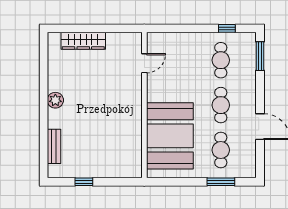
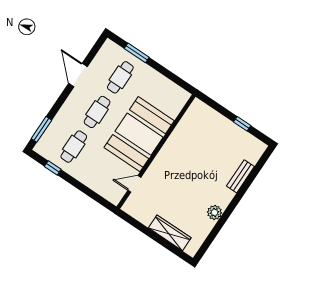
plant: (55, 100) -> (215, 212), moved
booth: (170, 136) -> (139, 134), moved
bench: (54, 146) -> (240, 176), moved

